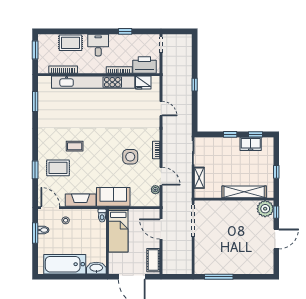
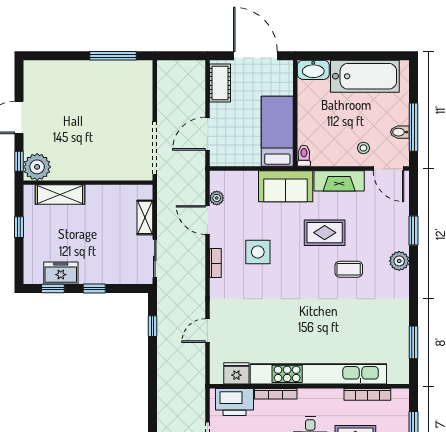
window: (195, 85) -> (152, 326), moved
door: (161, 109) -> (207, 331), hinge flipped
plant: (44, 151) -> (399, 261), added
rug: (58, 168) -> (325, 233), moved
shelving: (244, 192) -> (60, 195), width x0.68
door: (161, 229) -> (207, 134), swing flipped
window: (35, 233) -> (413, 127), width x1.44

